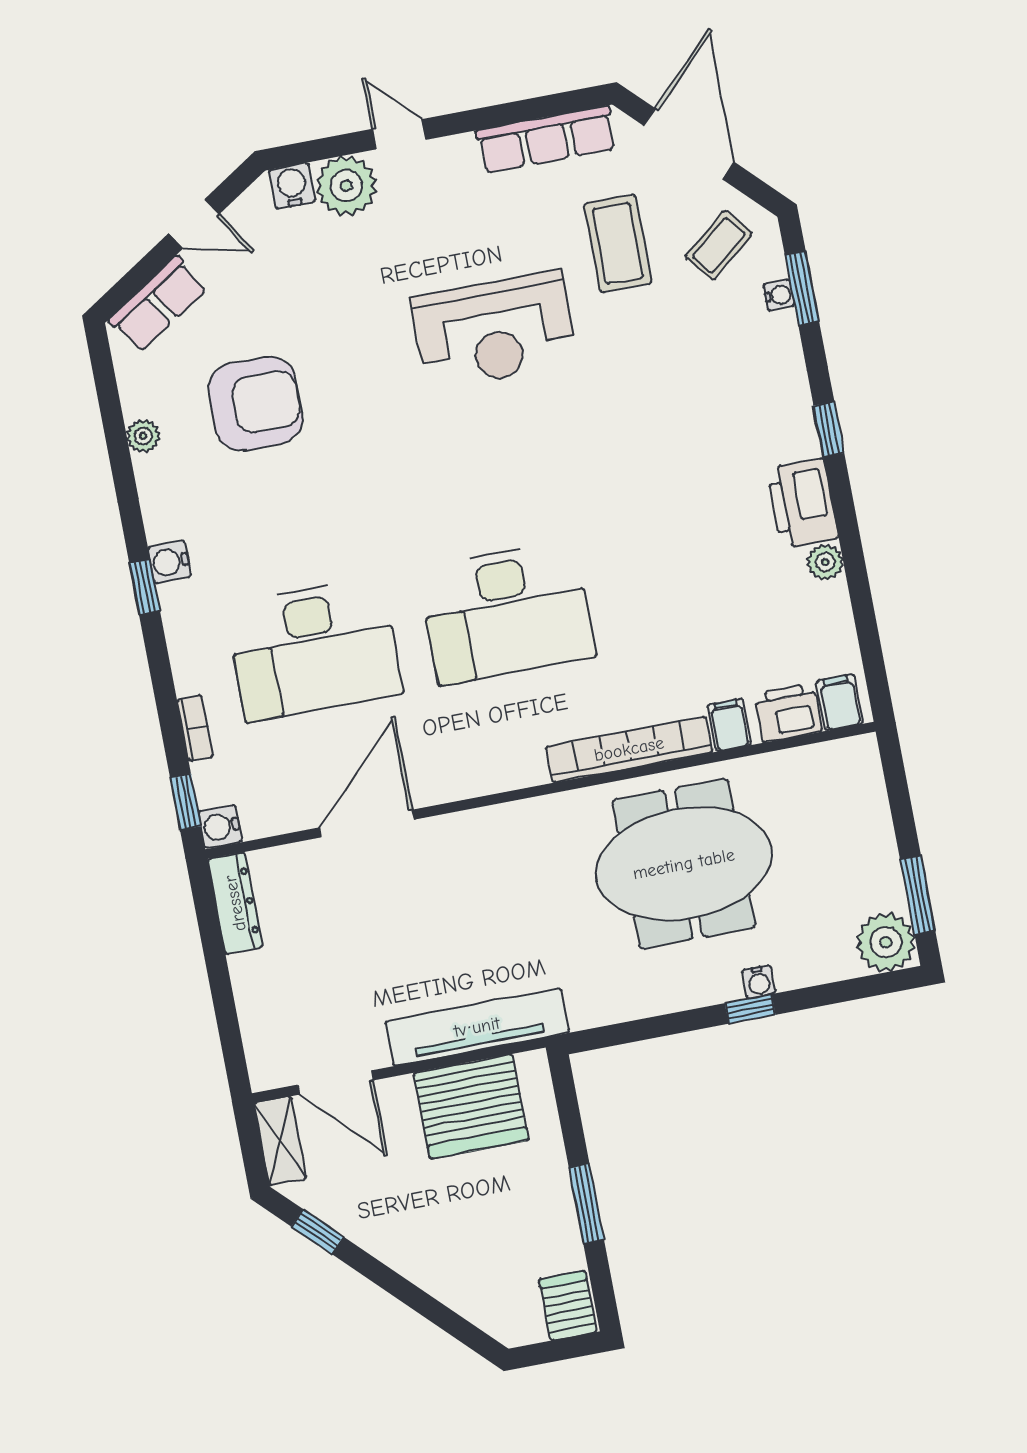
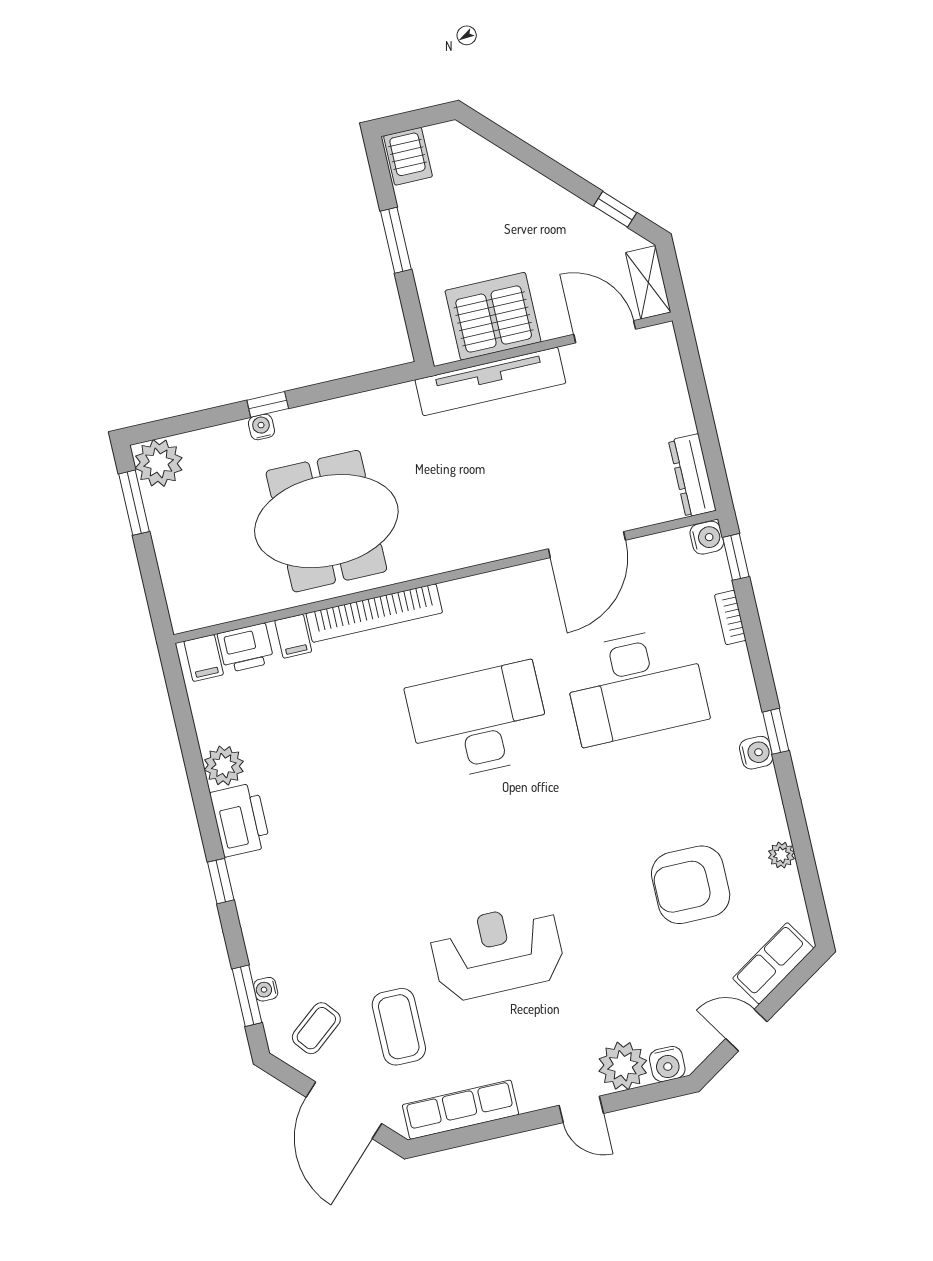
plant: (825, 562) -> (224, 766), width x1.38, depth x1.38
desk: (314, 649) -> (635, 686), turned 180

